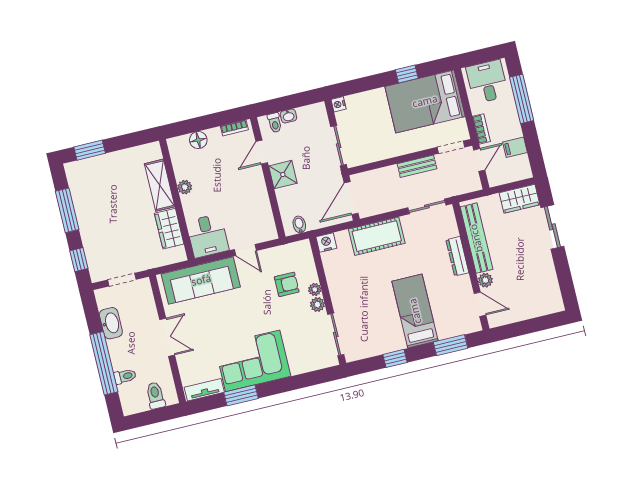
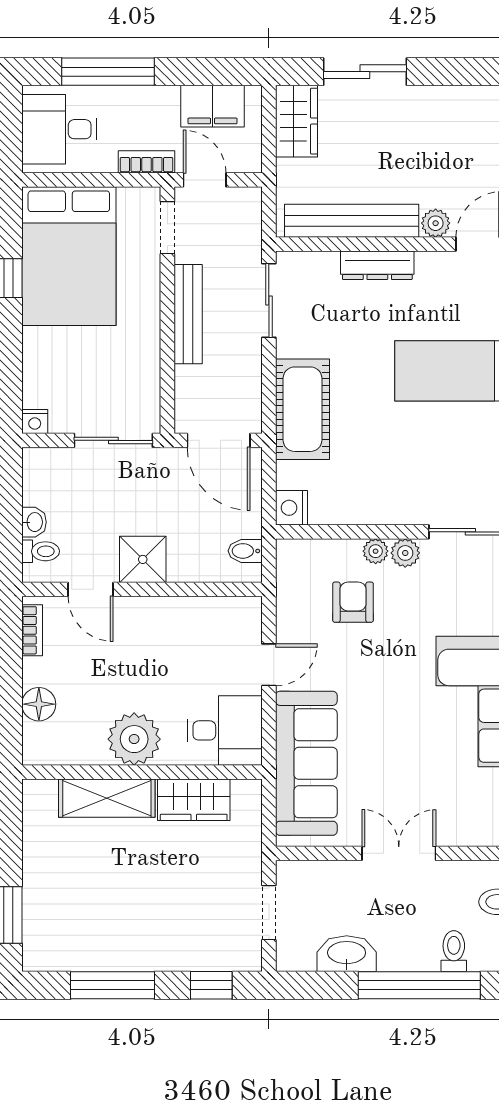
filing cabinet: (515, 147) -> (212, 106), width x2.00
bench: (417, 166) -> (188, 314), width x1.36
plant: (185, 187) -> (134, 739), width x1.87, depth x1.87

